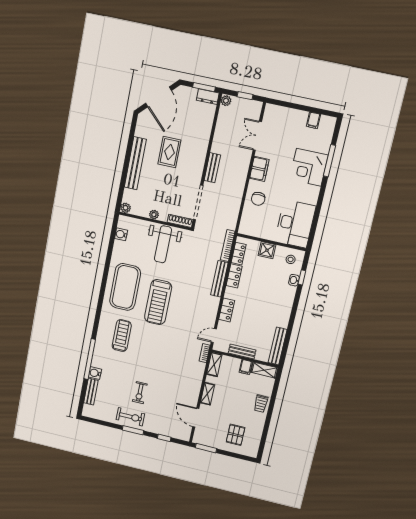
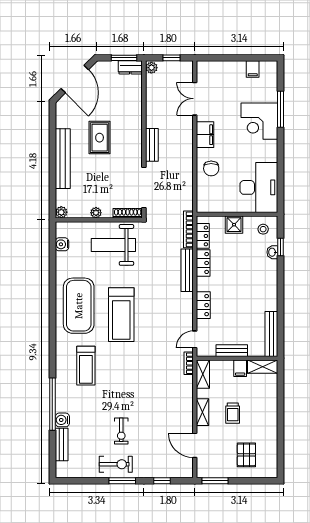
weight bench: (163, 244) -> (113, 245), turned 90
treadmill: (122, 336) -> (86, 366), turned 180
trolley: (261, 404) -> (233, 413), moved

